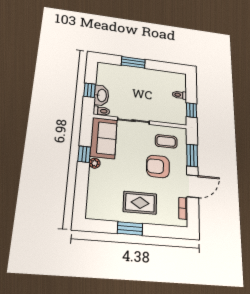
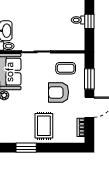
window: (191, 110) -> (89, 21), moved
rug: (140, 203) -> (44, 126), turned 90
window: (130, 228) -> (26, 148), moved

